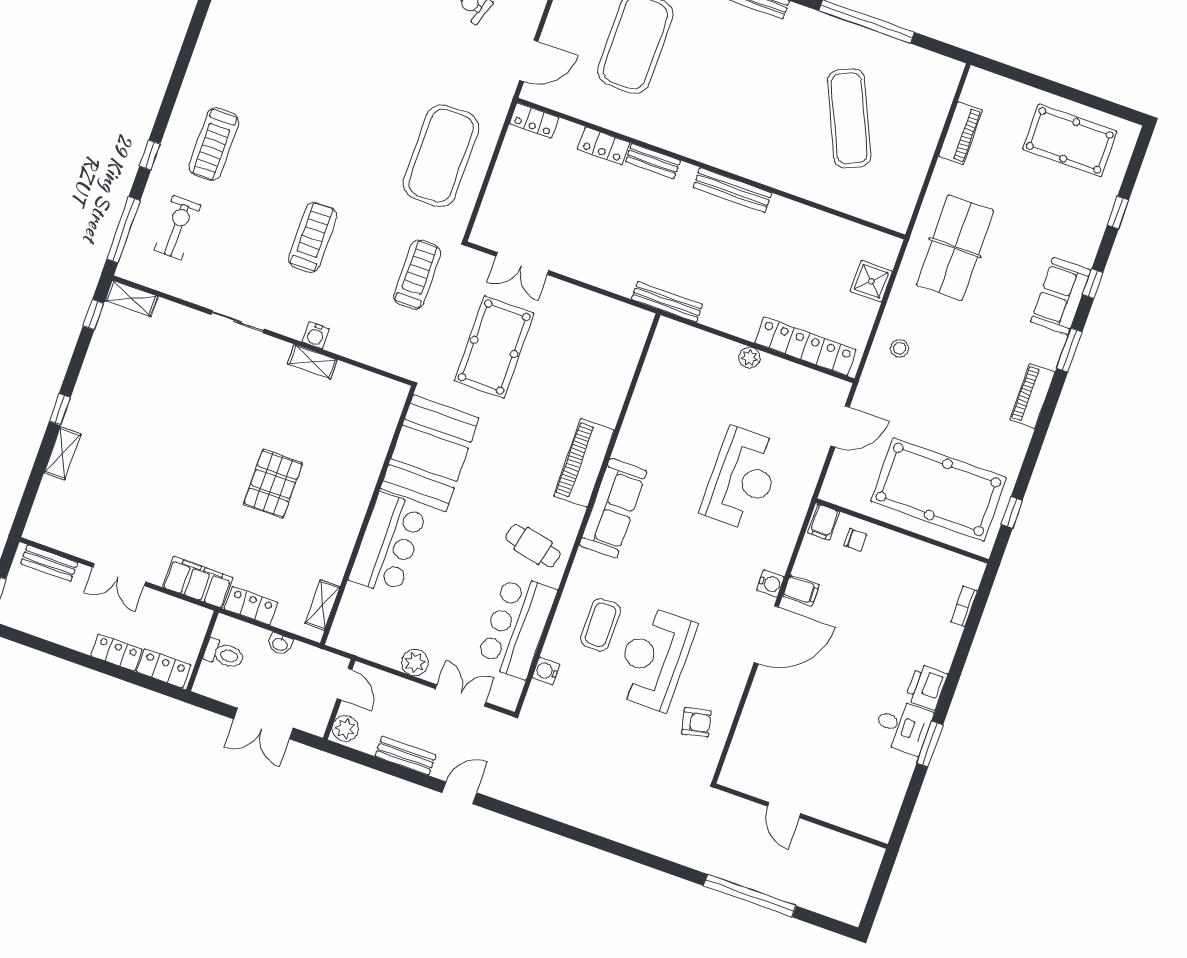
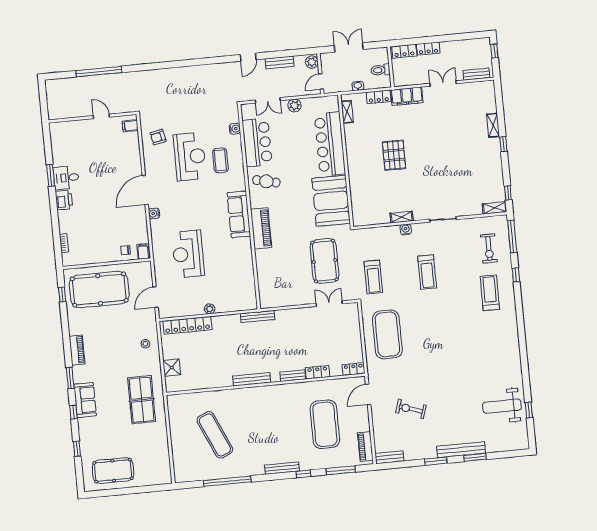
piano: (960, 133) -> (163, 451), removed
bar counter: (388, 544) -> (330, 144), width x1.36
filing cabinet: (801, 590) -> (130, 126), moved
door: (345, 684) -> (321, 82), hinge flipped

